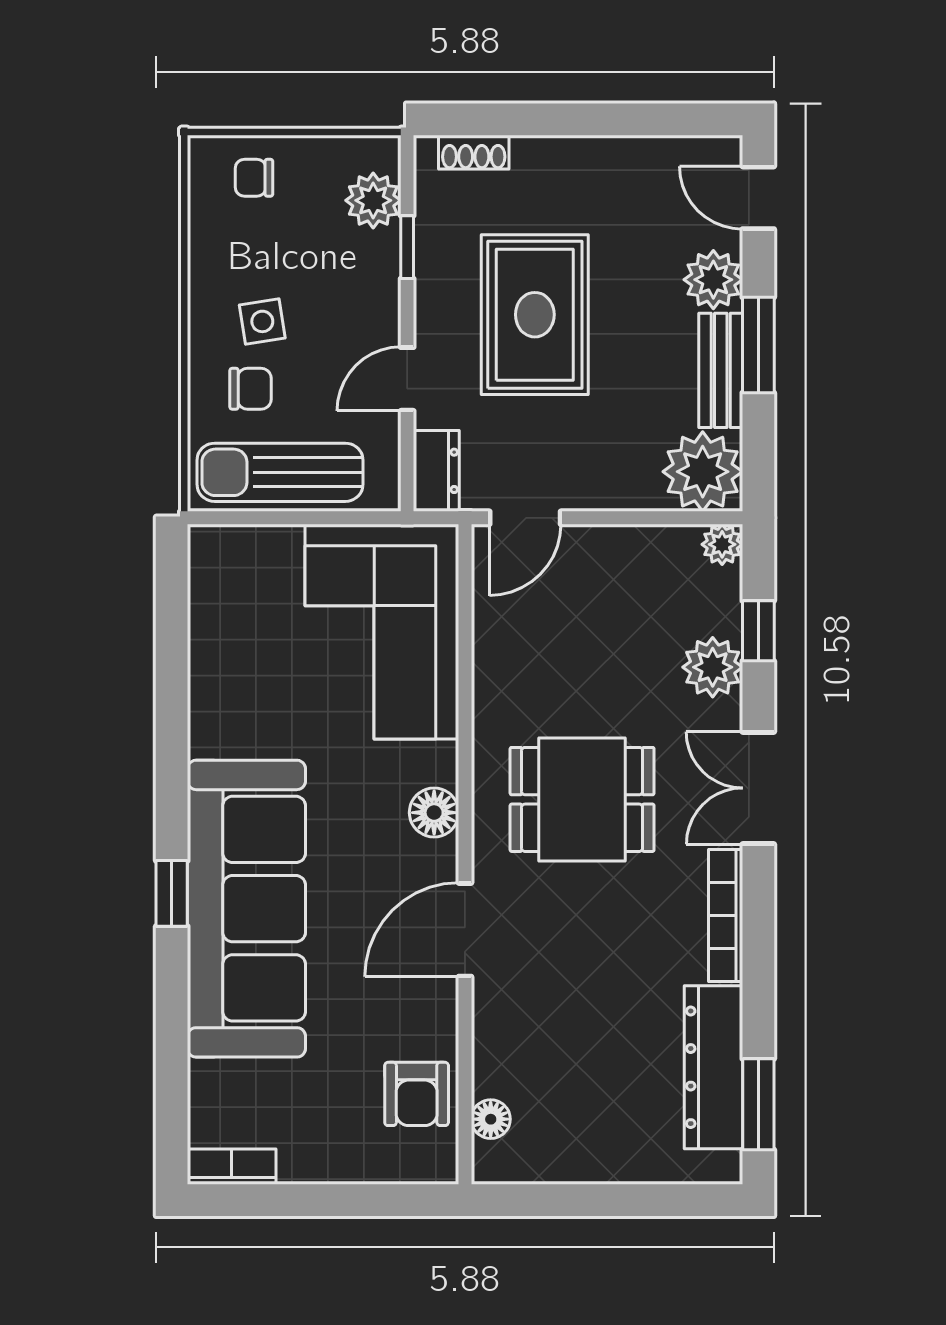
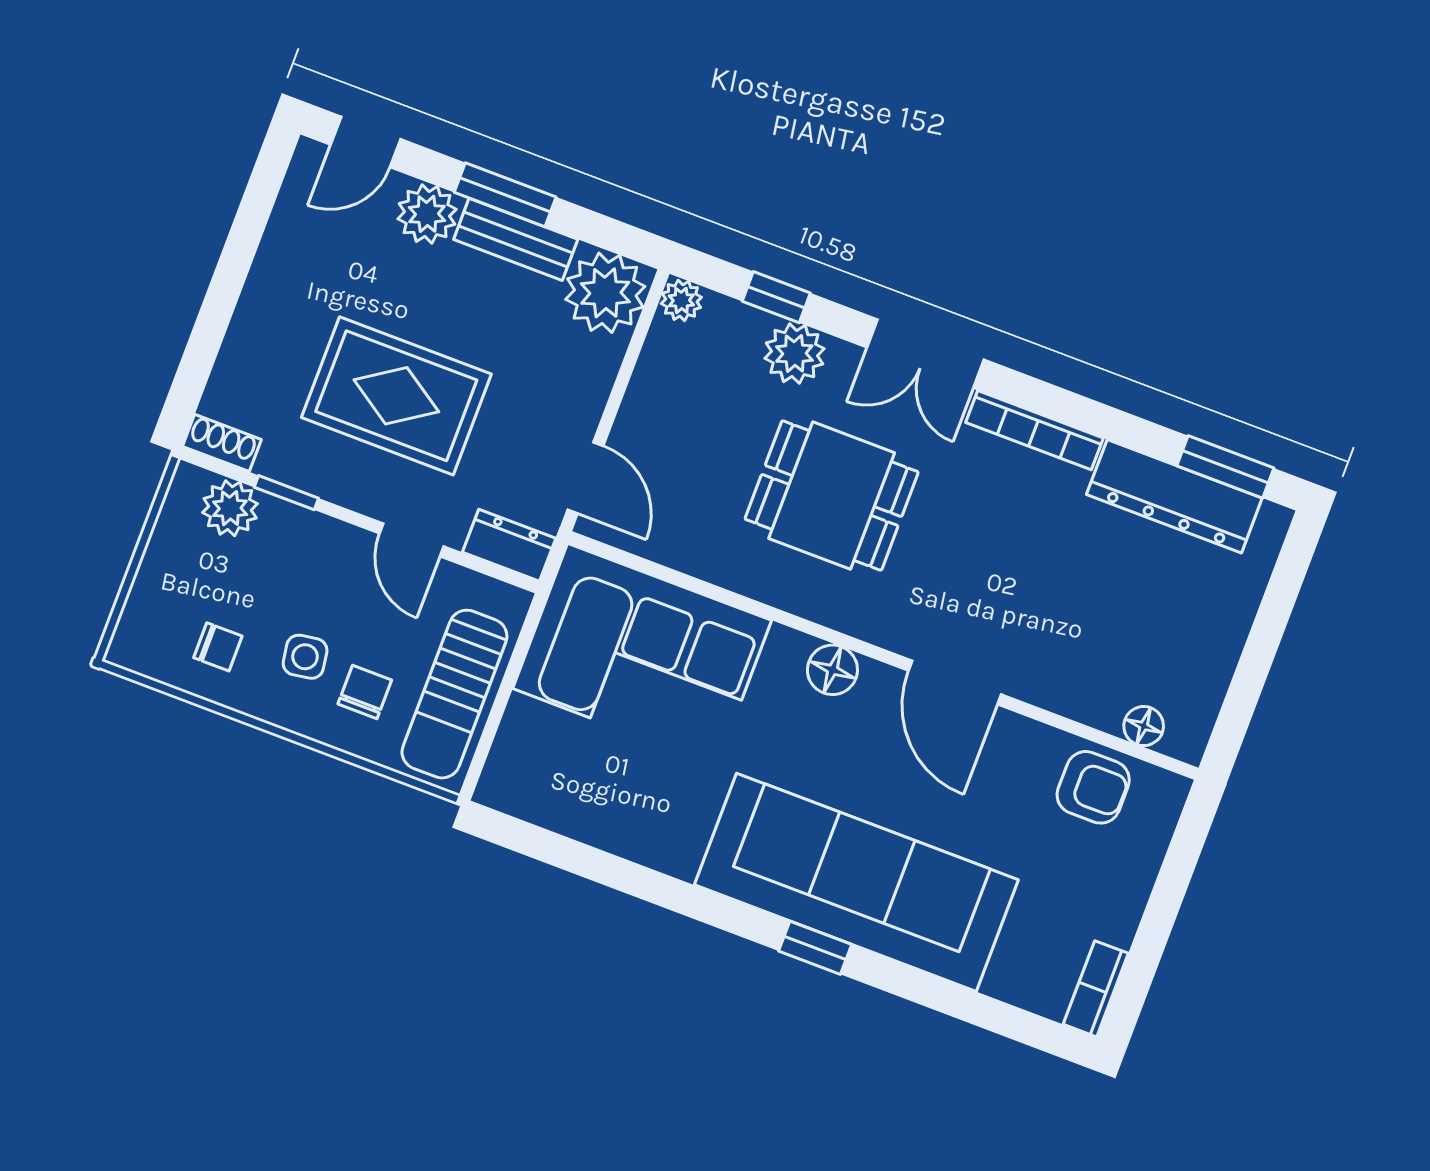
shoe rack: (474, 152) -> (222, 443), moved, turned -90
chair: (254, 178) -> (218, 647), moved, turned -90
dining table: (582, 799) -> (832, 496), moved, turned 90

